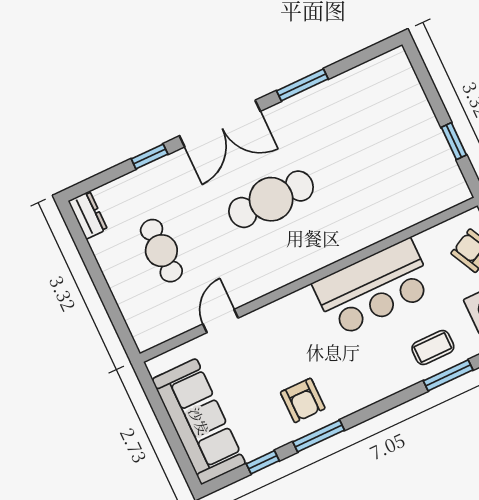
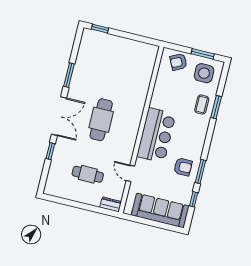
window: (454, 141) -> (100, 29), moved
dresser: (88, 215) -> (111, 204), moved
bar counter: (374, 288) -> (156, 135), moved

